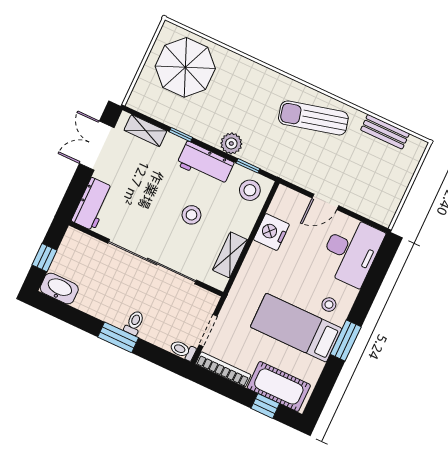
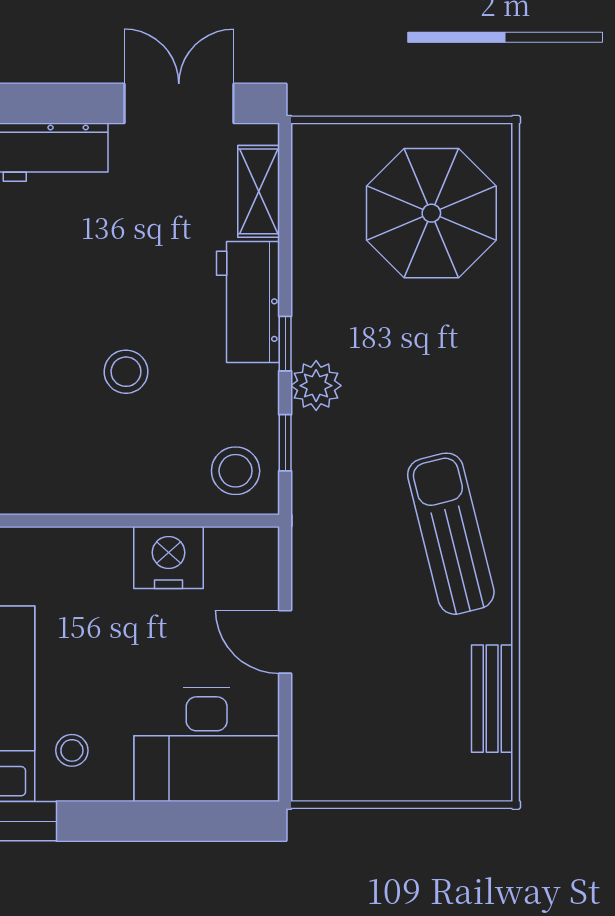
window: (181, 135) -> (285, 344), moved
workbench: (205, 164) -> (248, 302), moved
shelving: (230, 255) -> (79, 492), removed

